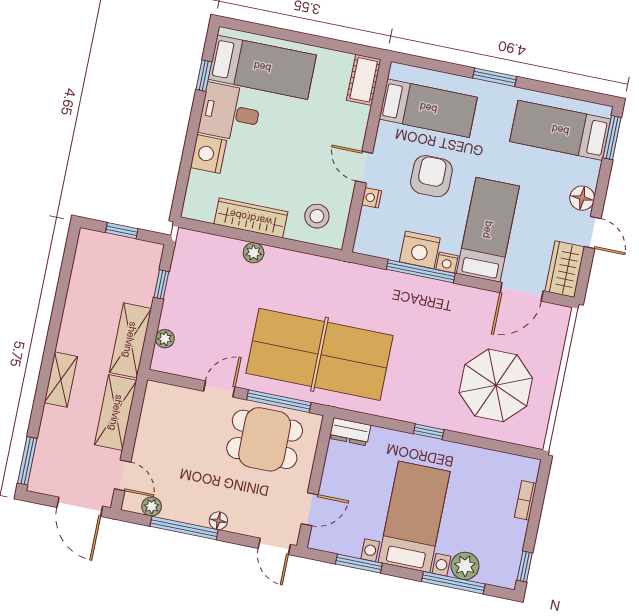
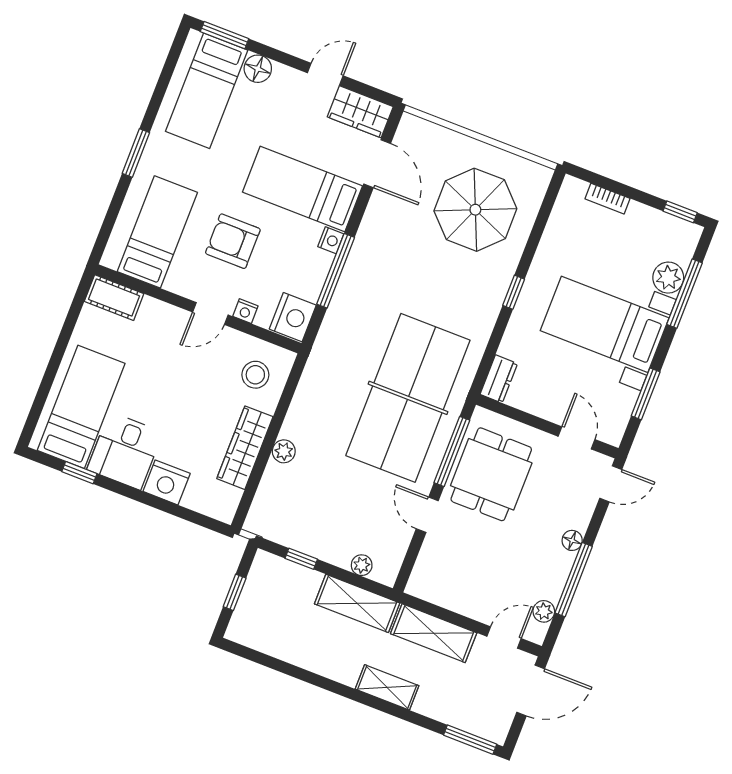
floor lamp: (582, 198) -> (258, 69), moved
nightstand: (420, 250) -> (293, 317), moved

